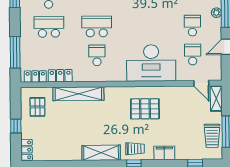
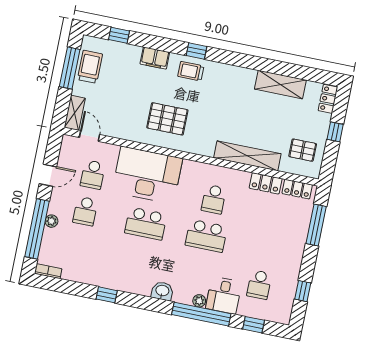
school desk: (49, 27) -> (146, 224), moved
pallet: (37, 107) -> (303, 150), turned 90
shelving: (101, 153) -> (280, 84), moved

